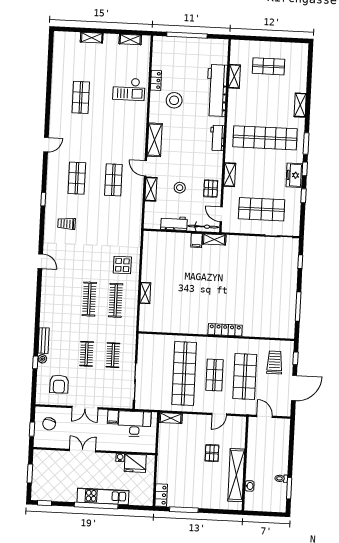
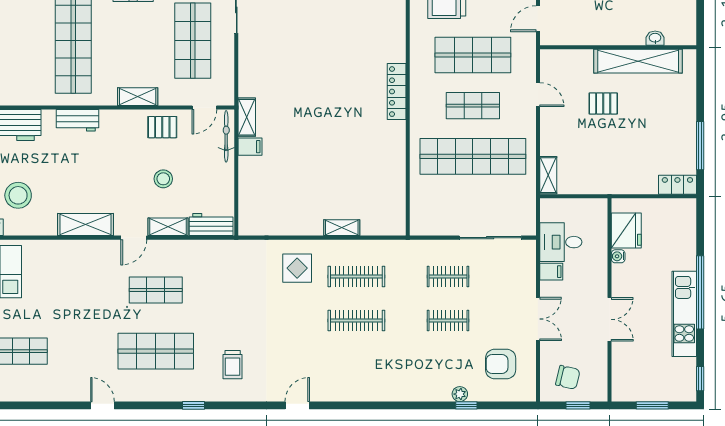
shop shelf: (77, 178) -> (156, 351), width x1.43, depth x1.36
workbench: (174, 223) -> (211, 225), moved, turned 90
bench: (44, 341) -> (429, 393), removed
armchair: (59, 384) -> (501, 364), turned 180
desk: (135, 424) -> (561, 242), width x0.73
double door: (83, 451) -> (610, 319), swing flipped
kitchen unit: (103, 496) -> (684, 314), moved

